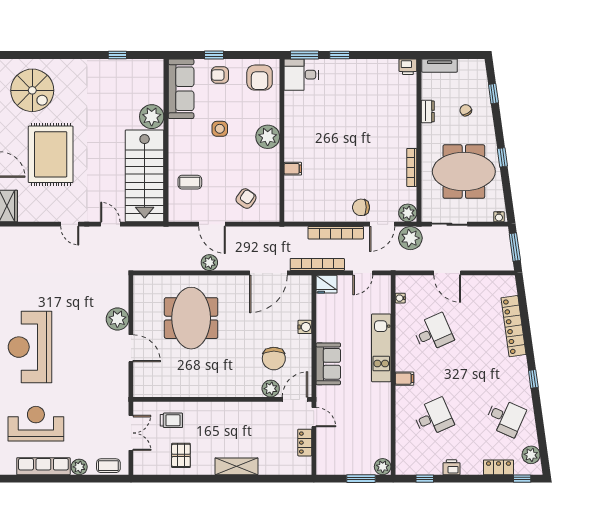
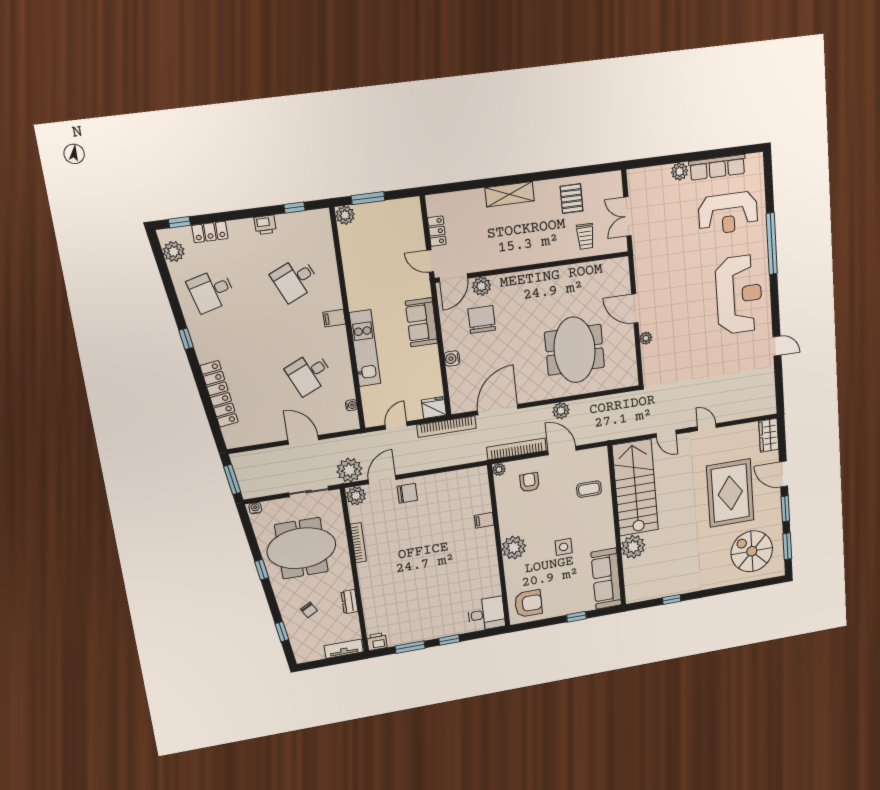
window: (305, 55) -> (410, 647), moved
armchair: (220, 75) -> (569, 599), removed
armchair: (260, 78) -> (528, 604), turned 90
armchair: (246, 199) -> (529, 482), turned 145
plant: (273, 216) -> (499, 469), added
bookcase: (336, 233) -> (517, 449), moved
plant: (117, 319) -> (646, 338), width x0.53, depth x0.53
desk: (505, 417) -> (211, 291), turned -39
trolley: (171, 420) -> (585, 236), turned -90
coffee table: (108, 466) -> (649, 177), removed

